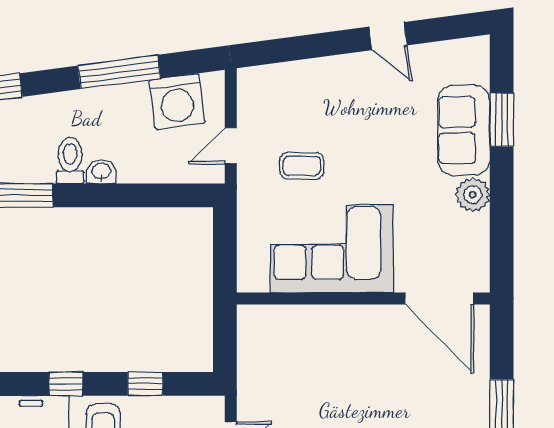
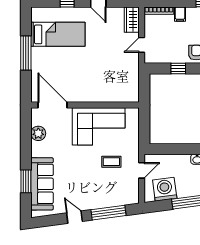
window: (308, 47) -> (109, 213), added
sofa: (464, 130) -> (42, 184), width x1.36
plant: (473, 195) -> (38, 133), moved

